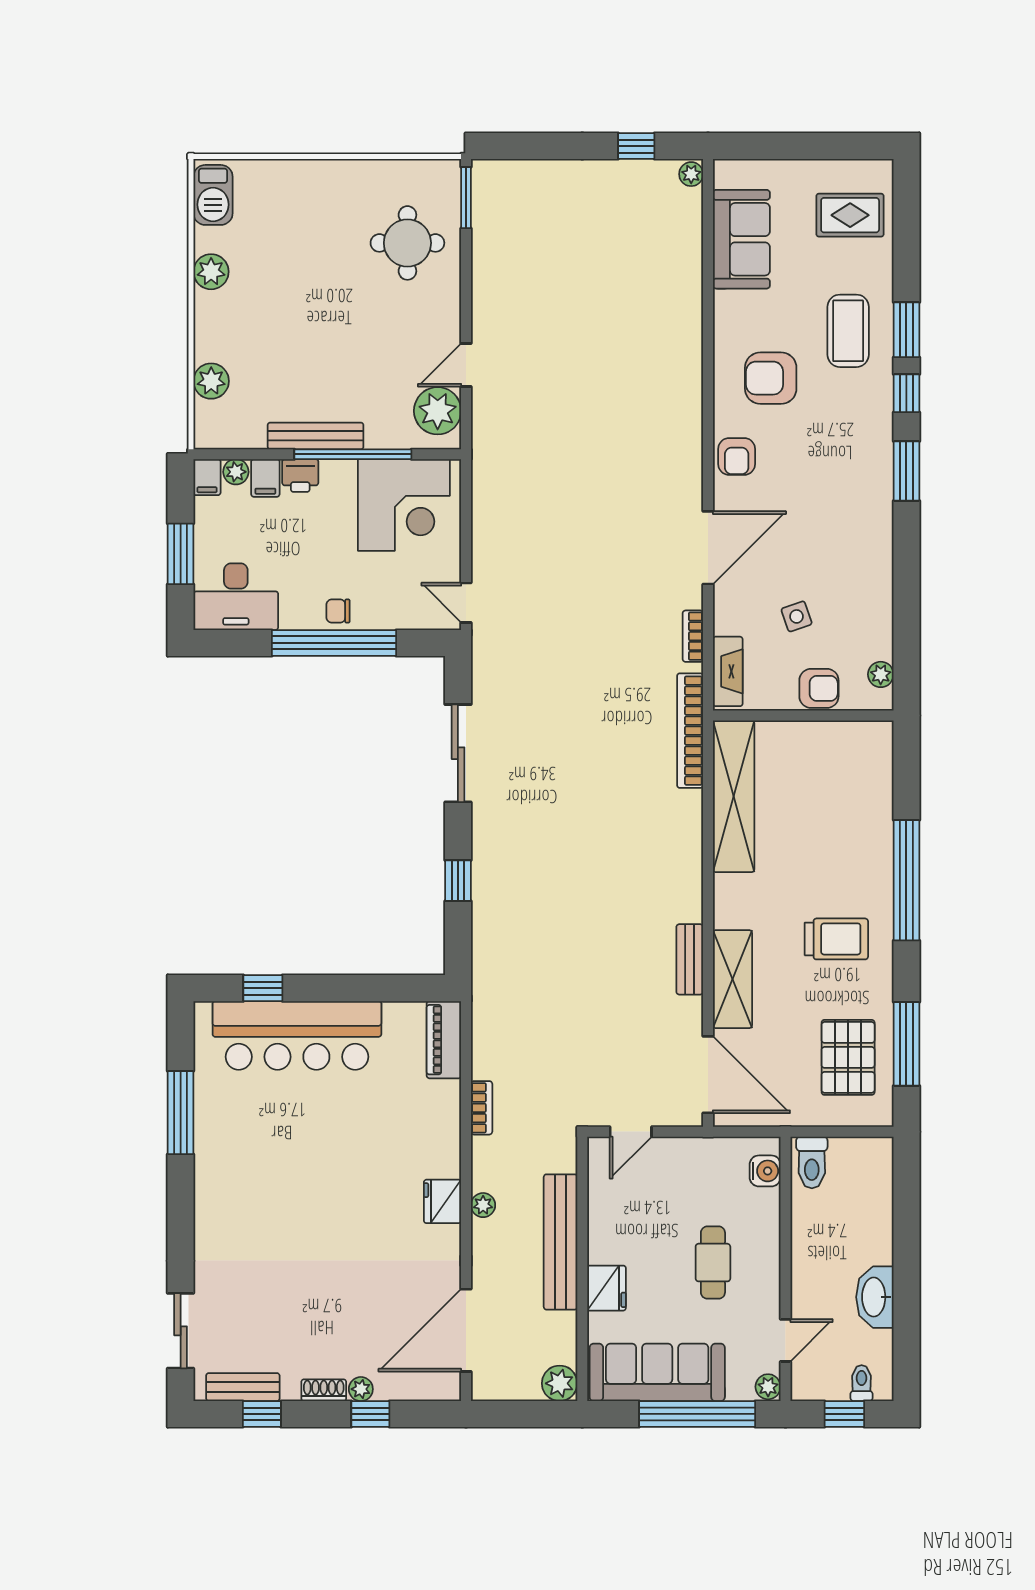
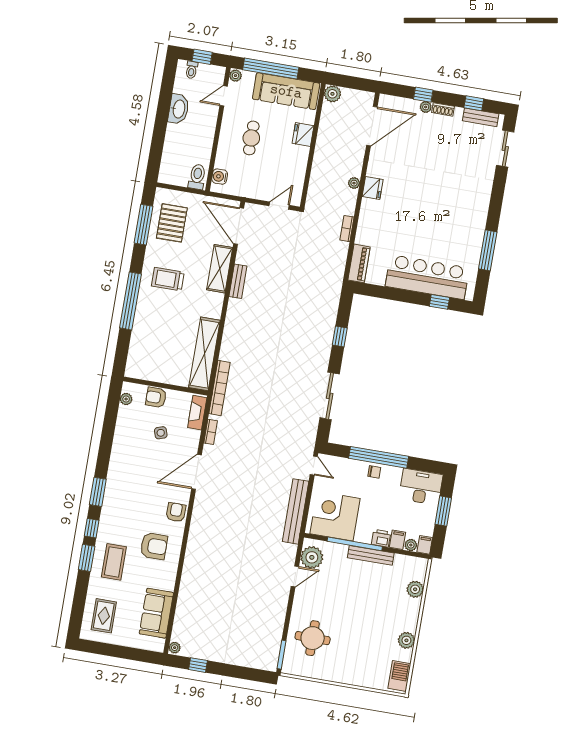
rug: (850, 215) -> (104, 616), turned 90
bench: (561, 1242) -> (296, 511), moved

